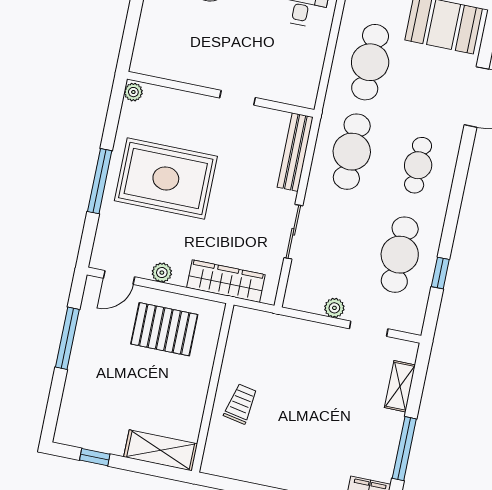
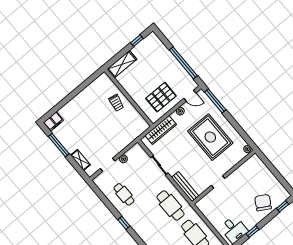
cafe table: (418, 165) -> (149, 224), removed
rug: (166, 178) -> (210, 137), turned 90
window: (100, 181) -> (215, 101), moved
cafe table: (400, 255) -> (124, 194), width x0.73, depth x0.74
window: (440, 273) -> (124, 223), moved
door: (119, 278) -> (190, 96), swing flipped
window: (67, 338) -> (183, 63), width x1.46

